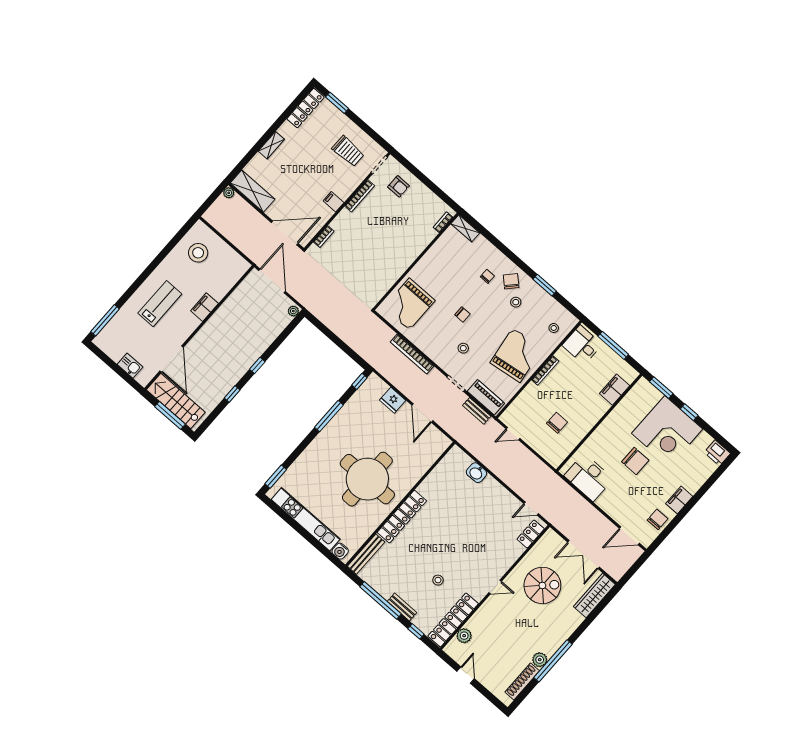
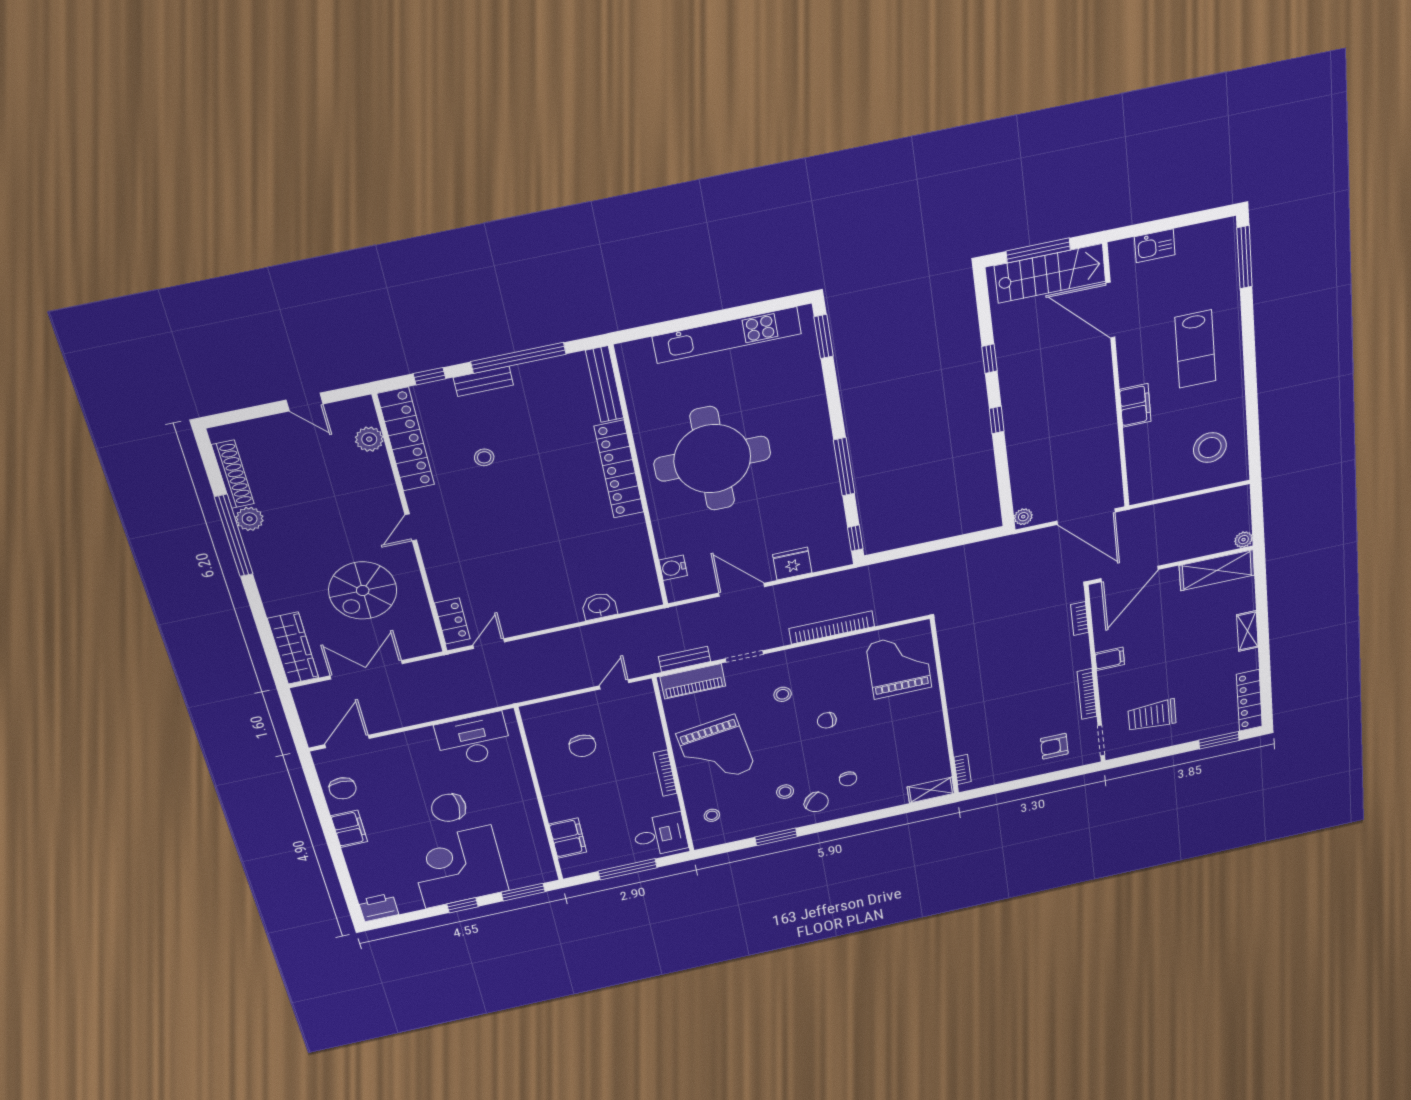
water cooler: (340, 551) -> (673, 568), moved, turned -90

